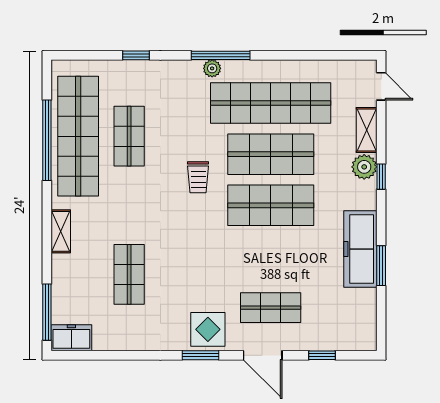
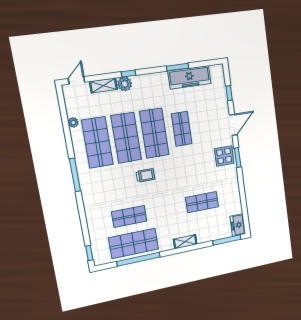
window: (136, 55) -> (89, 253), moved
plant: (212, 68) -> (73, 122), moved
shop shelf: (271, 103) -> (97, 142), width x0.71
shop shelf: (78, 136) -> (134, 243), width x0.71
freezer: (360, 249) -> (190, 77), moved
shop shelf: (271, 308) -> (182, 129), moved

